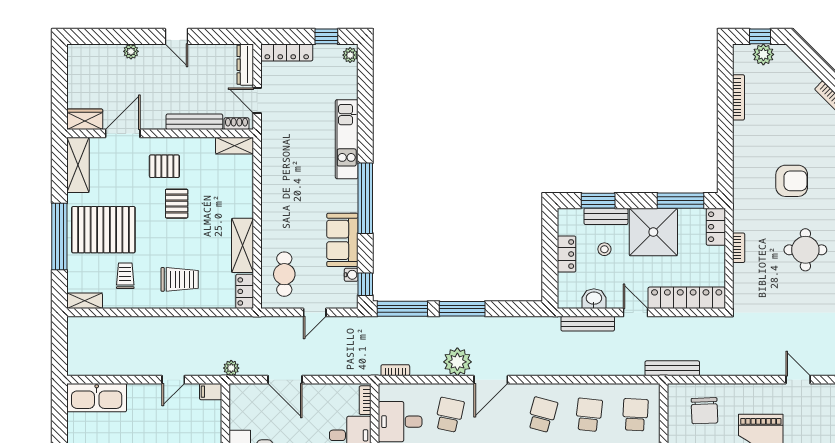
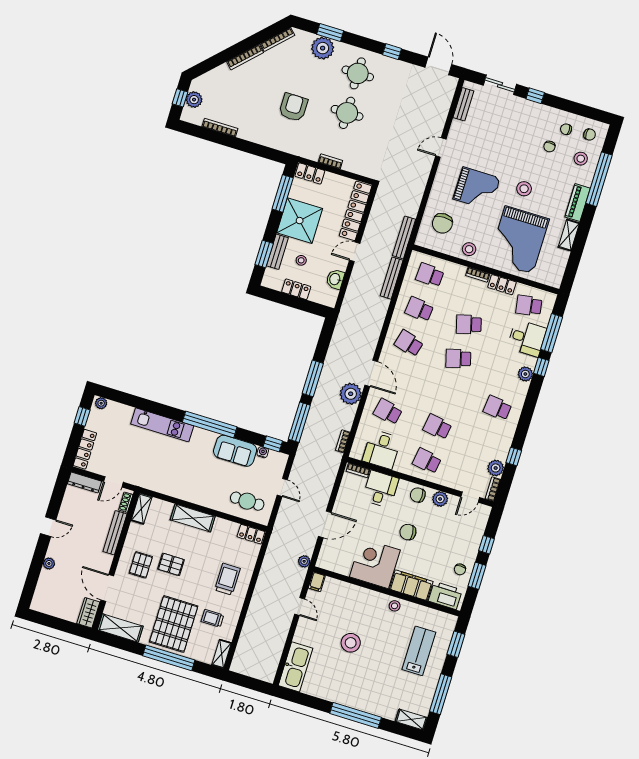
shelving: (242, 245) -> (193, 518), moved
bench: (588, 324) -> (392, 278), moved
chair: (704, 411) -> (442, 223), turned 92

